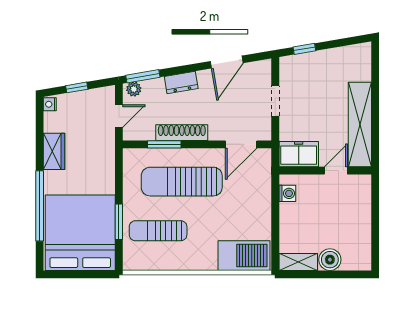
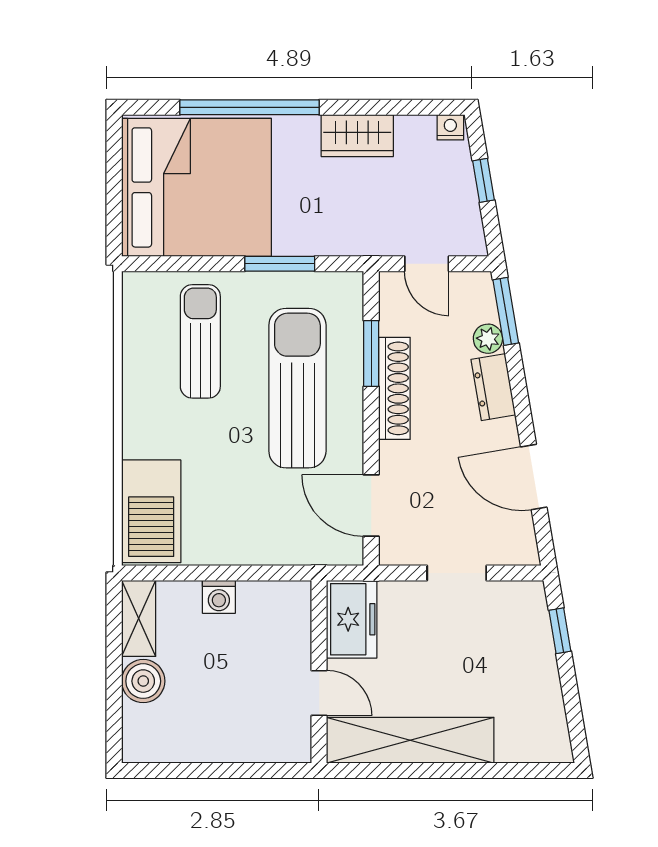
plant: (134, 89) -> (488, 339), moved
washing machine: (287, 193) -> (219, 597), moved
window: (119, 222) -> (280, 264), moved

